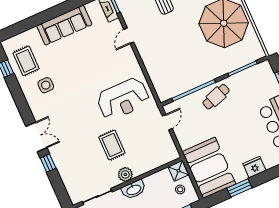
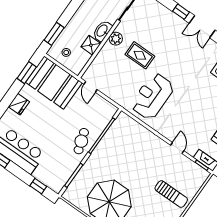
door: (167, 122) -> (91, 87), moved
shower: (178, 171) -> (91, 45), moved
window: (239, 188) -> (27, 73), moved

